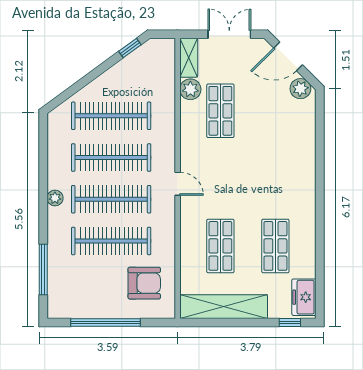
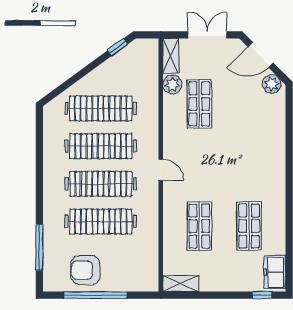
plant: (55, 198) -> (50, 183), removed
armchair: (144, 283) -> (85, 270), moved, turned 180
shelving: (224, 307) -> (181, 284), width x0.45, depth x0.75

